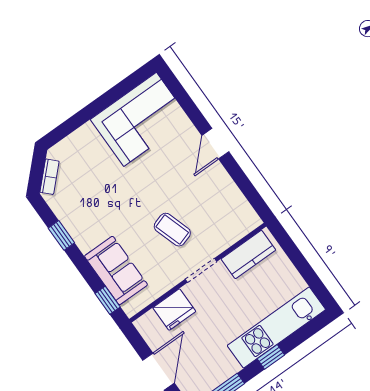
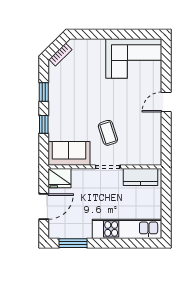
sofa: (116, 270) -> (69, 153), moved, turned -90
window: (108, 300) -> (44, 124), moved
fridge: (174, 310) -> (60, 178), moved
window: (271, 357) -> (112, 243), removed

